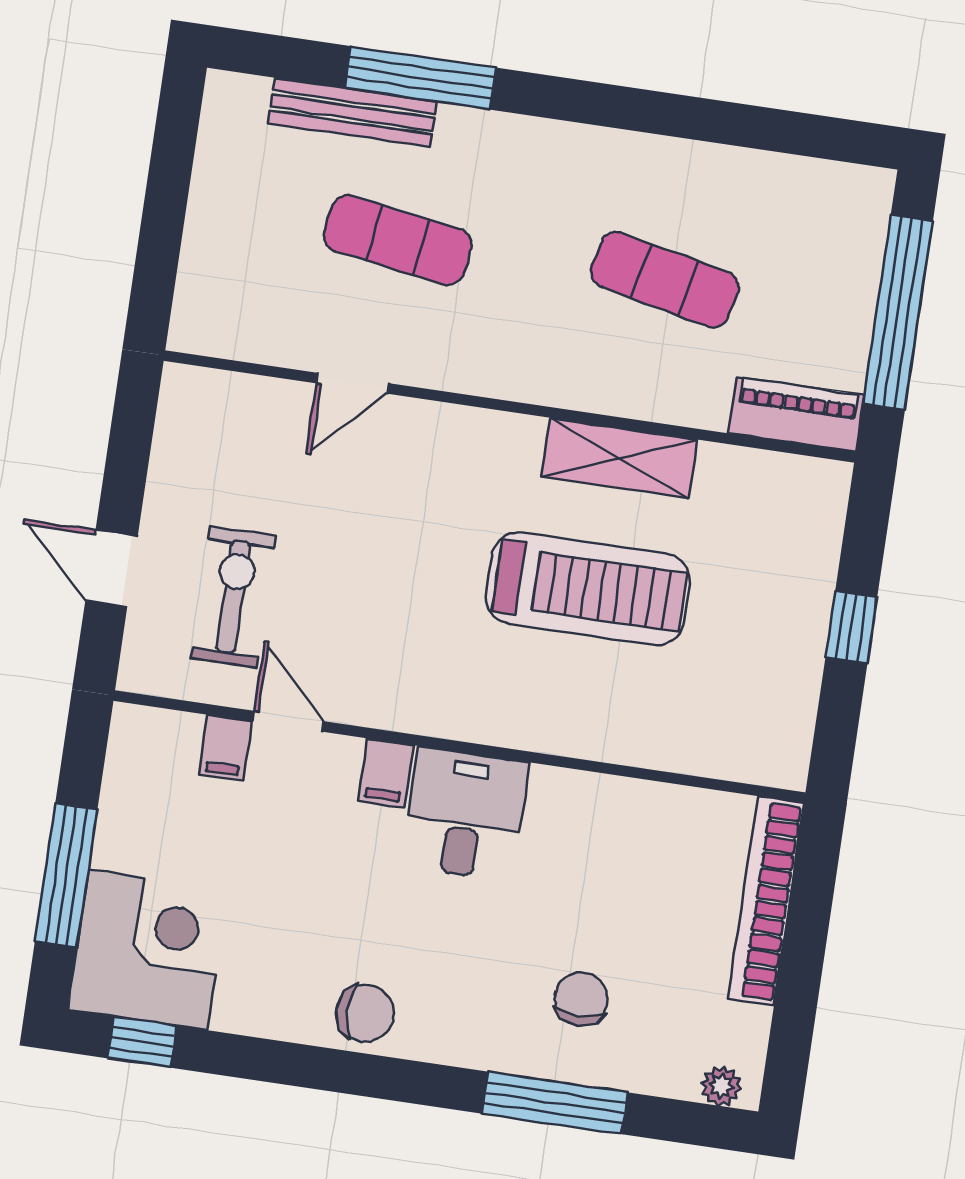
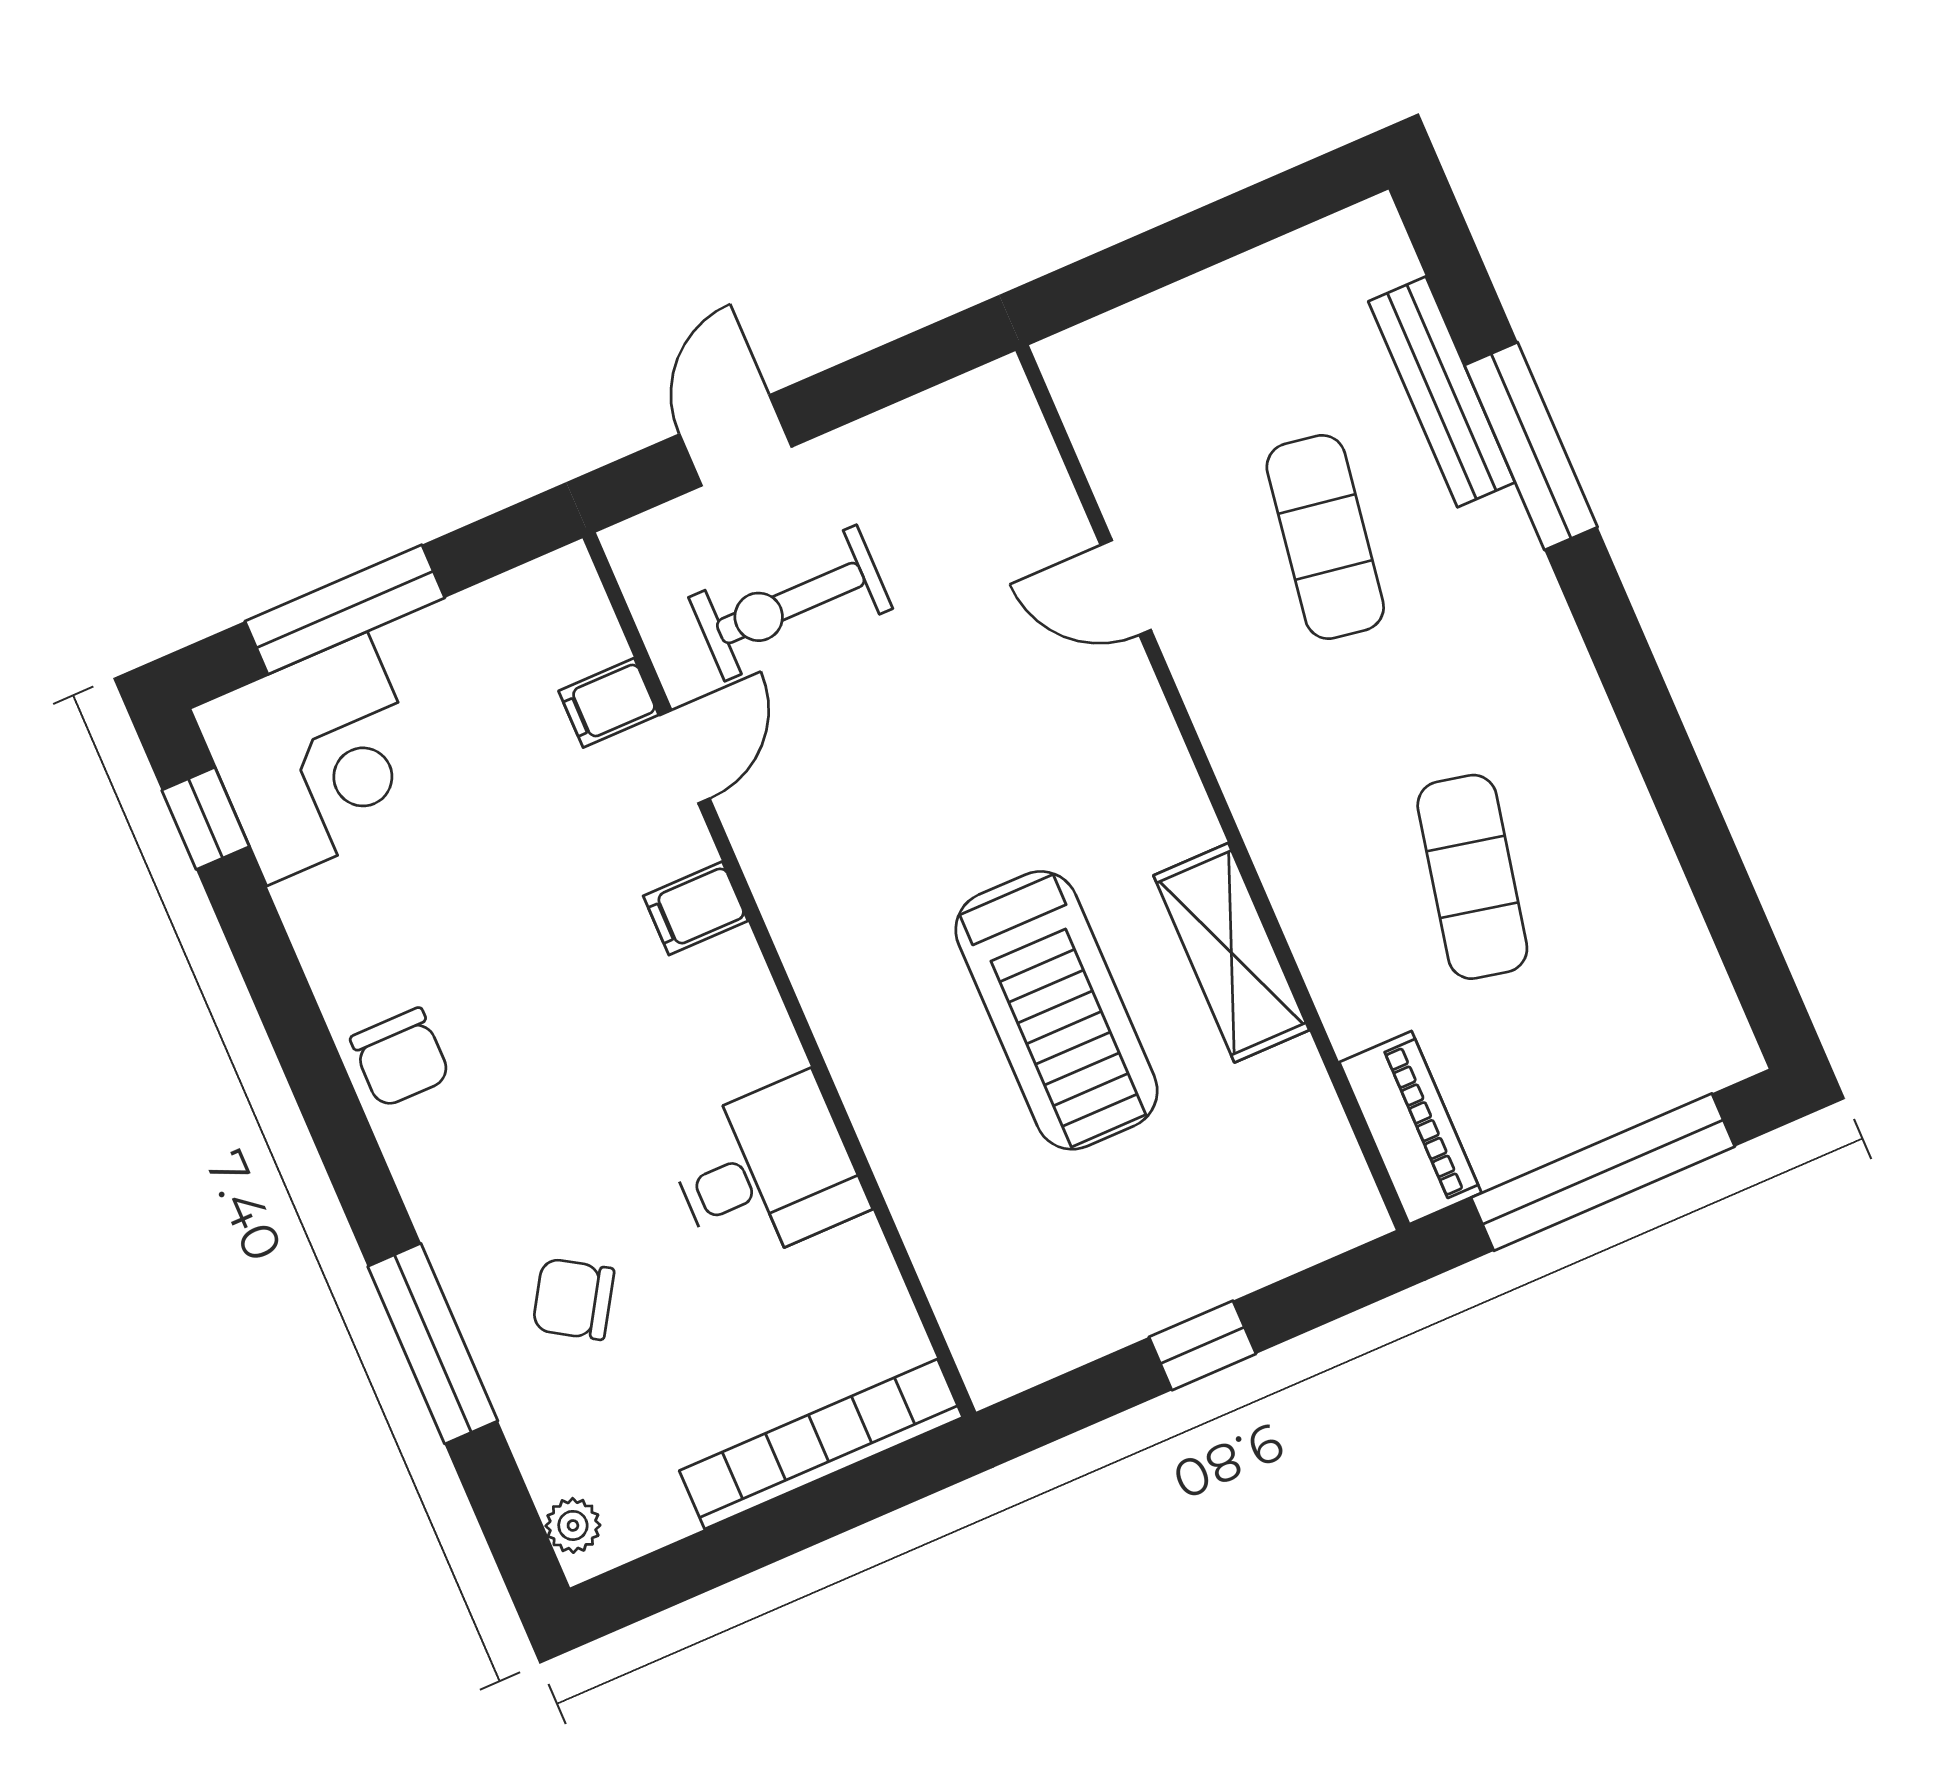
exercise bike: (233, 597) -> (791, 603), turned 180
desk: (465, 814) -> (766, 1171), moved
chair: (581, 999) -> (573, 1299), turned -148

